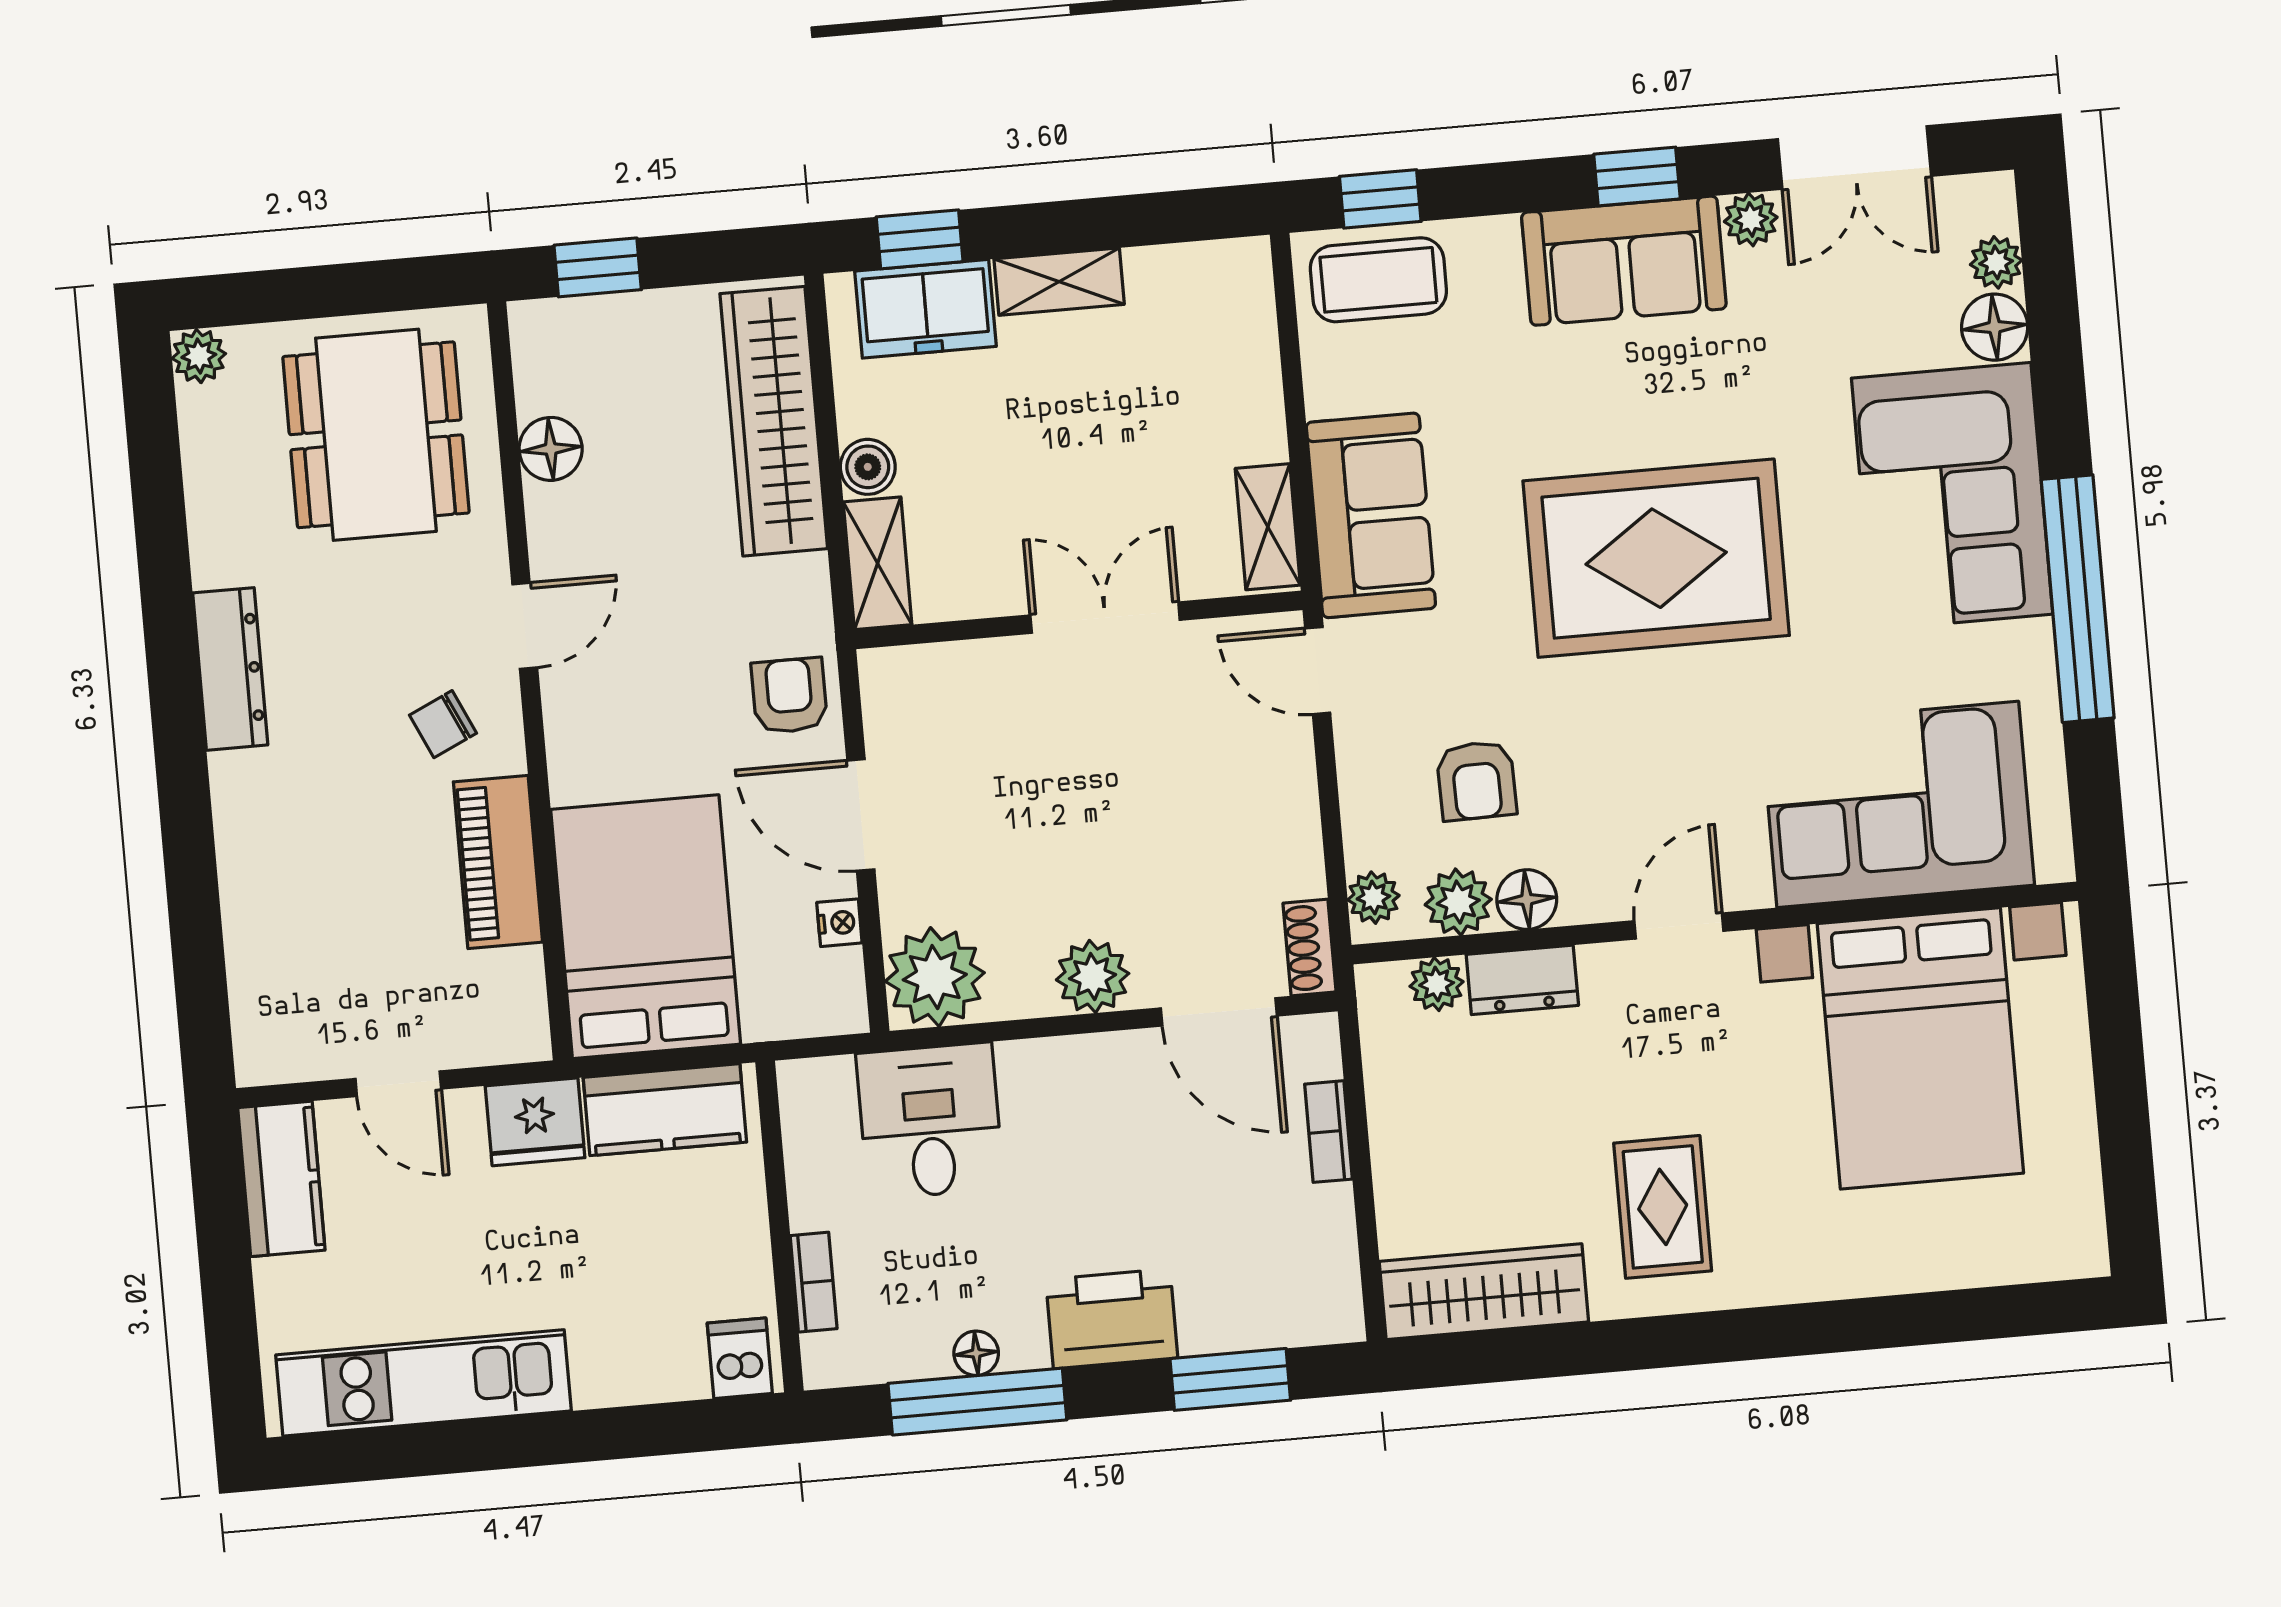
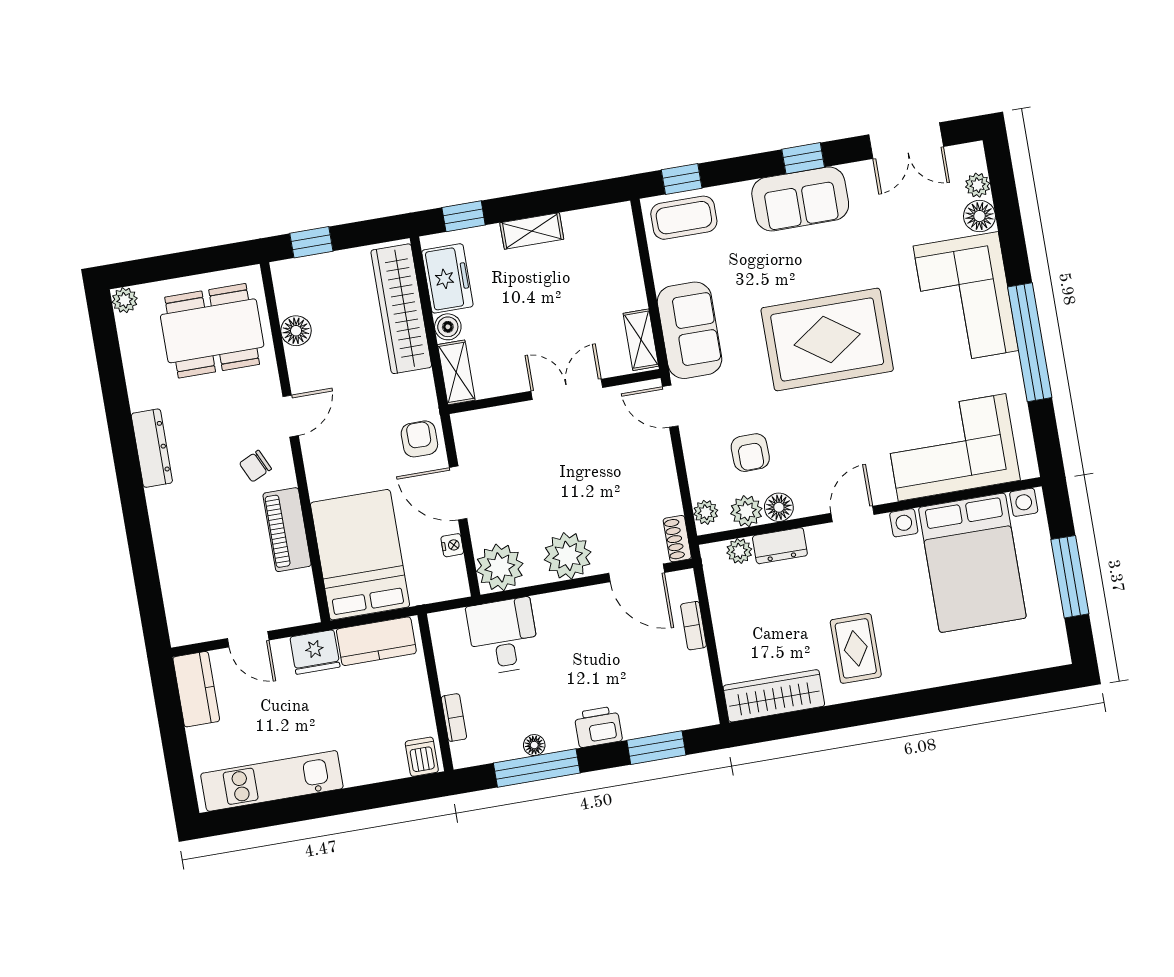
plant: (1751, 219) -> (859, 174), removed
freezer: (926, 309) -> (447, 278), moved, turned -90
dining table: (376, 435) -> (212, 331), turned 90
plant: (1093, 977) -> (568, 556), width x1.36, depth x1.36
window: (2121, 1094) -> (1070, 577), added
printer: (1112, 1319) -> (598, 727), width x0.73, depth x0.84

